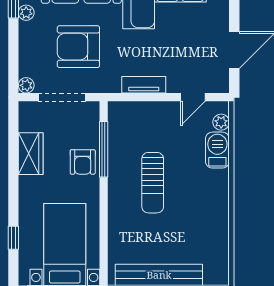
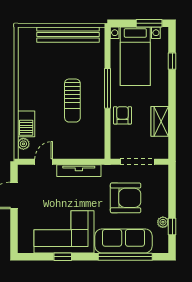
plant: (26, 85) -> (163, 170), removed
tv unit: (144, 85) -> (79, 171), width x1.41
window: (104, 149) -> (108, 88), moved
sun lounger: (153, 183) -> (72, 101), turned 180

